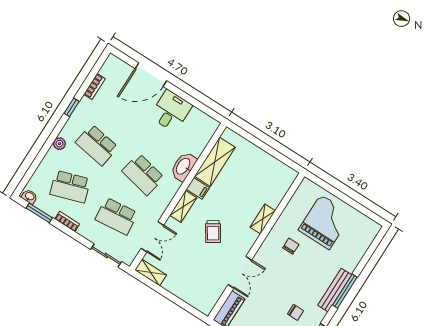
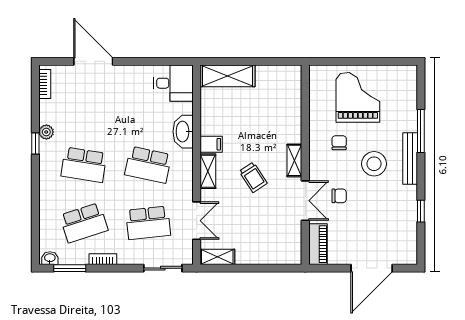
door: (151, 75) -> (93, 61), swing flipped
bookcase: (94, 86) -> (45, 84), moved
desk: (171, 111) -> (173, 83), moved, turned 90
plant: (59, 144) -> (46, 132), moved
shelving: (215, 162) -> (227, 76), moved, turned 90
shelving: (263, 219) -> (294, 160), moved
stool: (306, 277) -> (374, 164), added
window: (345, 291) -> (421, 131), moved
chair: (296, 312) -> (339, 196), moved

